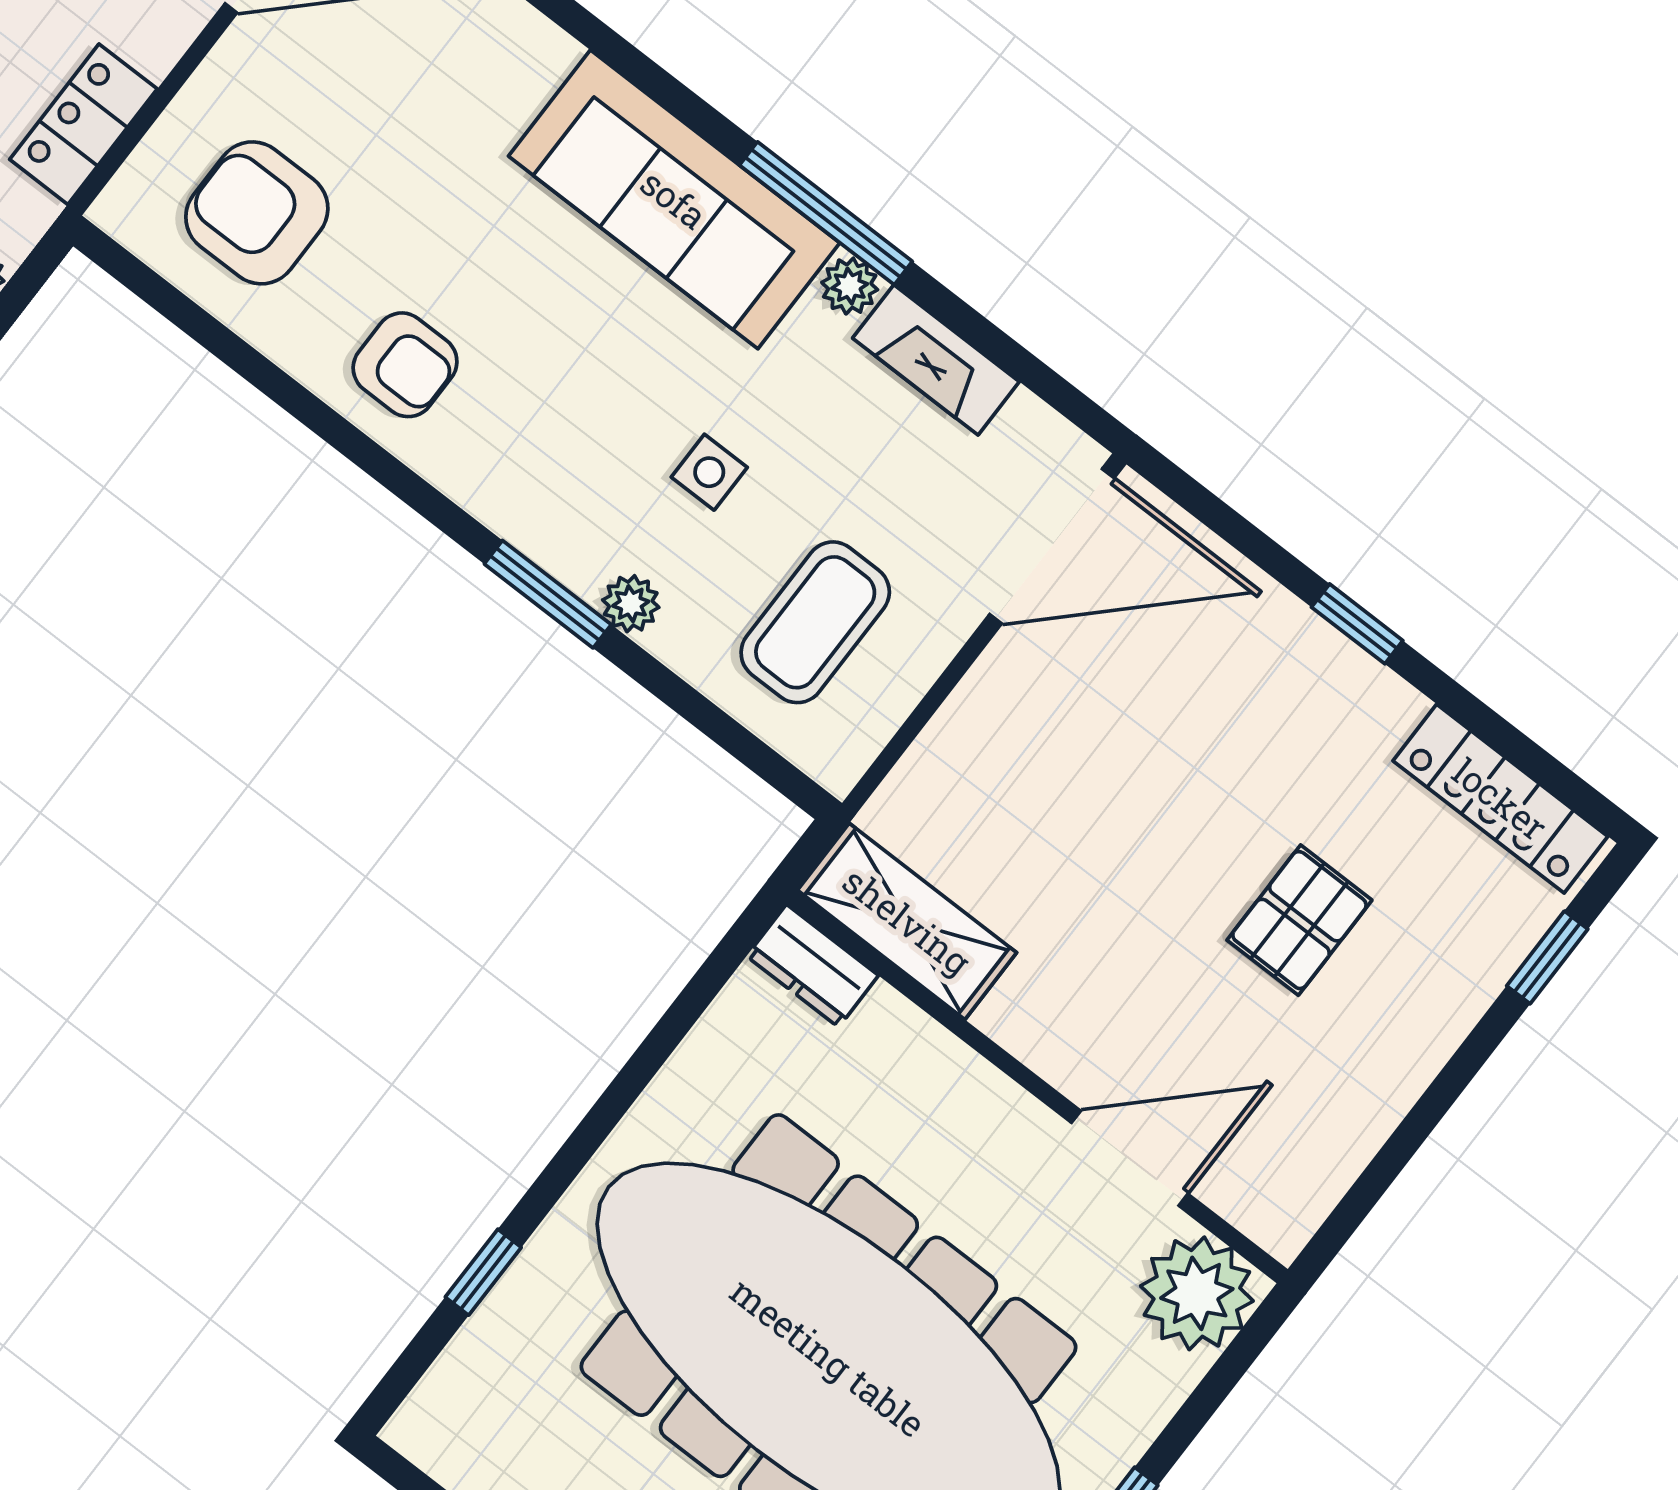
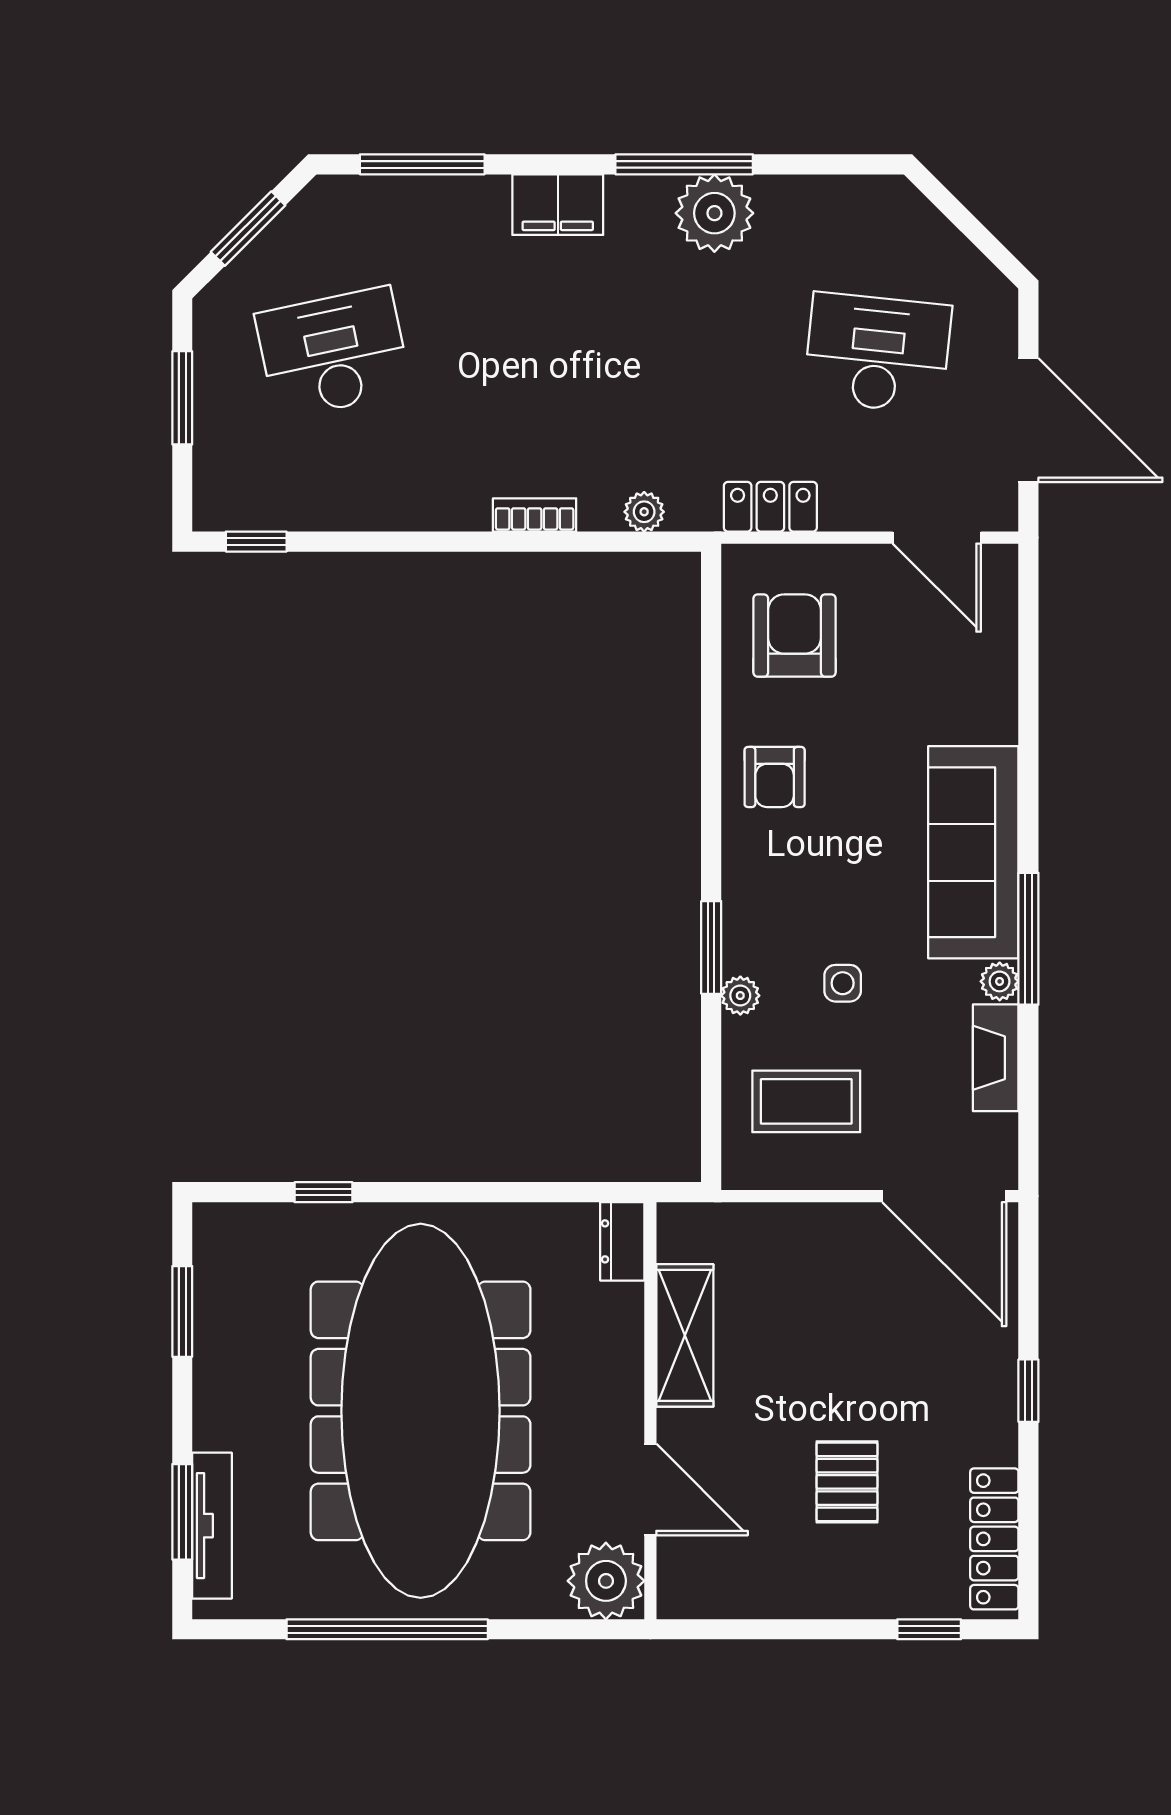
pallet: (1299, 920) -> (847, 1482), turned 90
shelving: (907, 921) -> (685, 1335), moved

